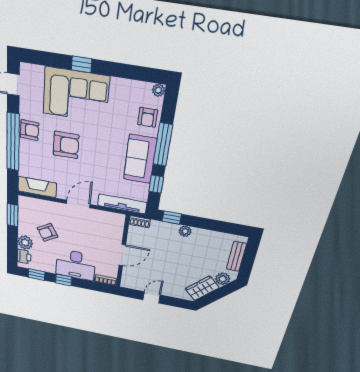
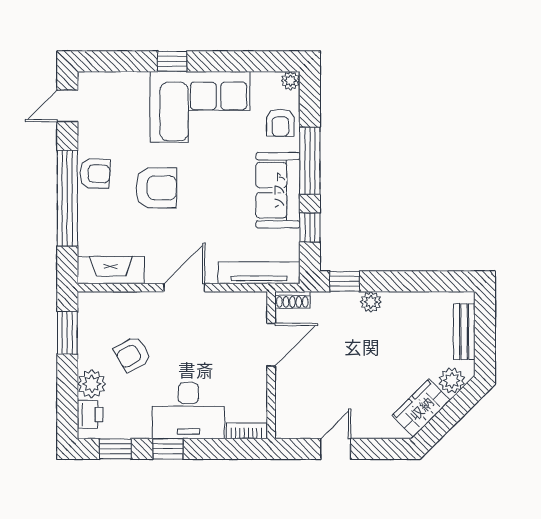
corner sofa: (76, 95) -> (200, 107), moved
door: (122, 255) -> (271, 345), moved

